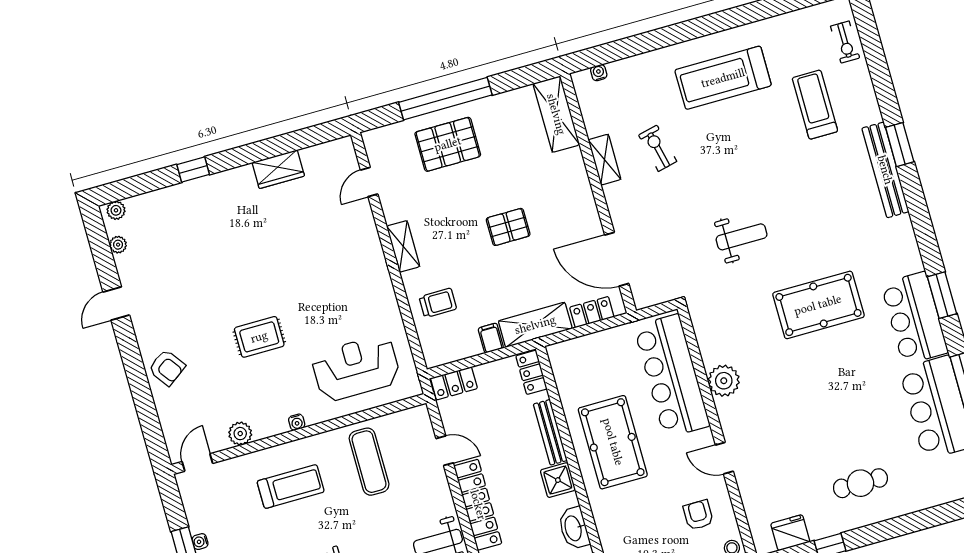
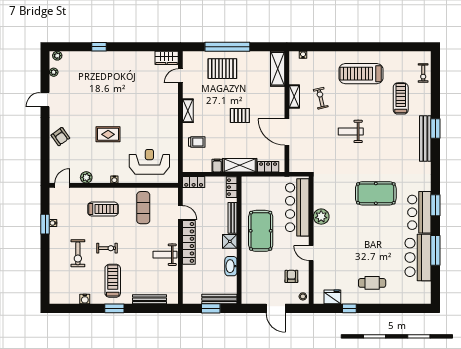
wardrobe: (278, 169) -> (167, 58), moved
weight bench: (742, 237) -> (351, 131), moved, turned 180
door: (617, 259) -> (287, 132), moved

